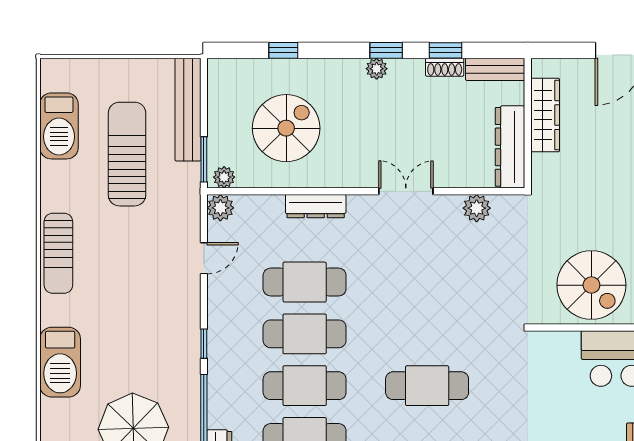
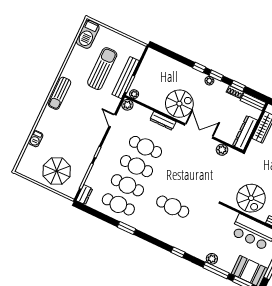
window: (283, 50) -> (199, 68), moved
bench: (188, 110) -> (126, 78), moved
barbecue: (59, 126) -> (88, 34), moved
spiral stairs: (286, 128) -> (179, 104), moved
double door: (406, 191) -> (199, 131), width x1.37
door: (204, 258) -> (112, 121), swing flipped
barbecue: (60, 362) -> (36, 139), width x0.53, depth x0.65

